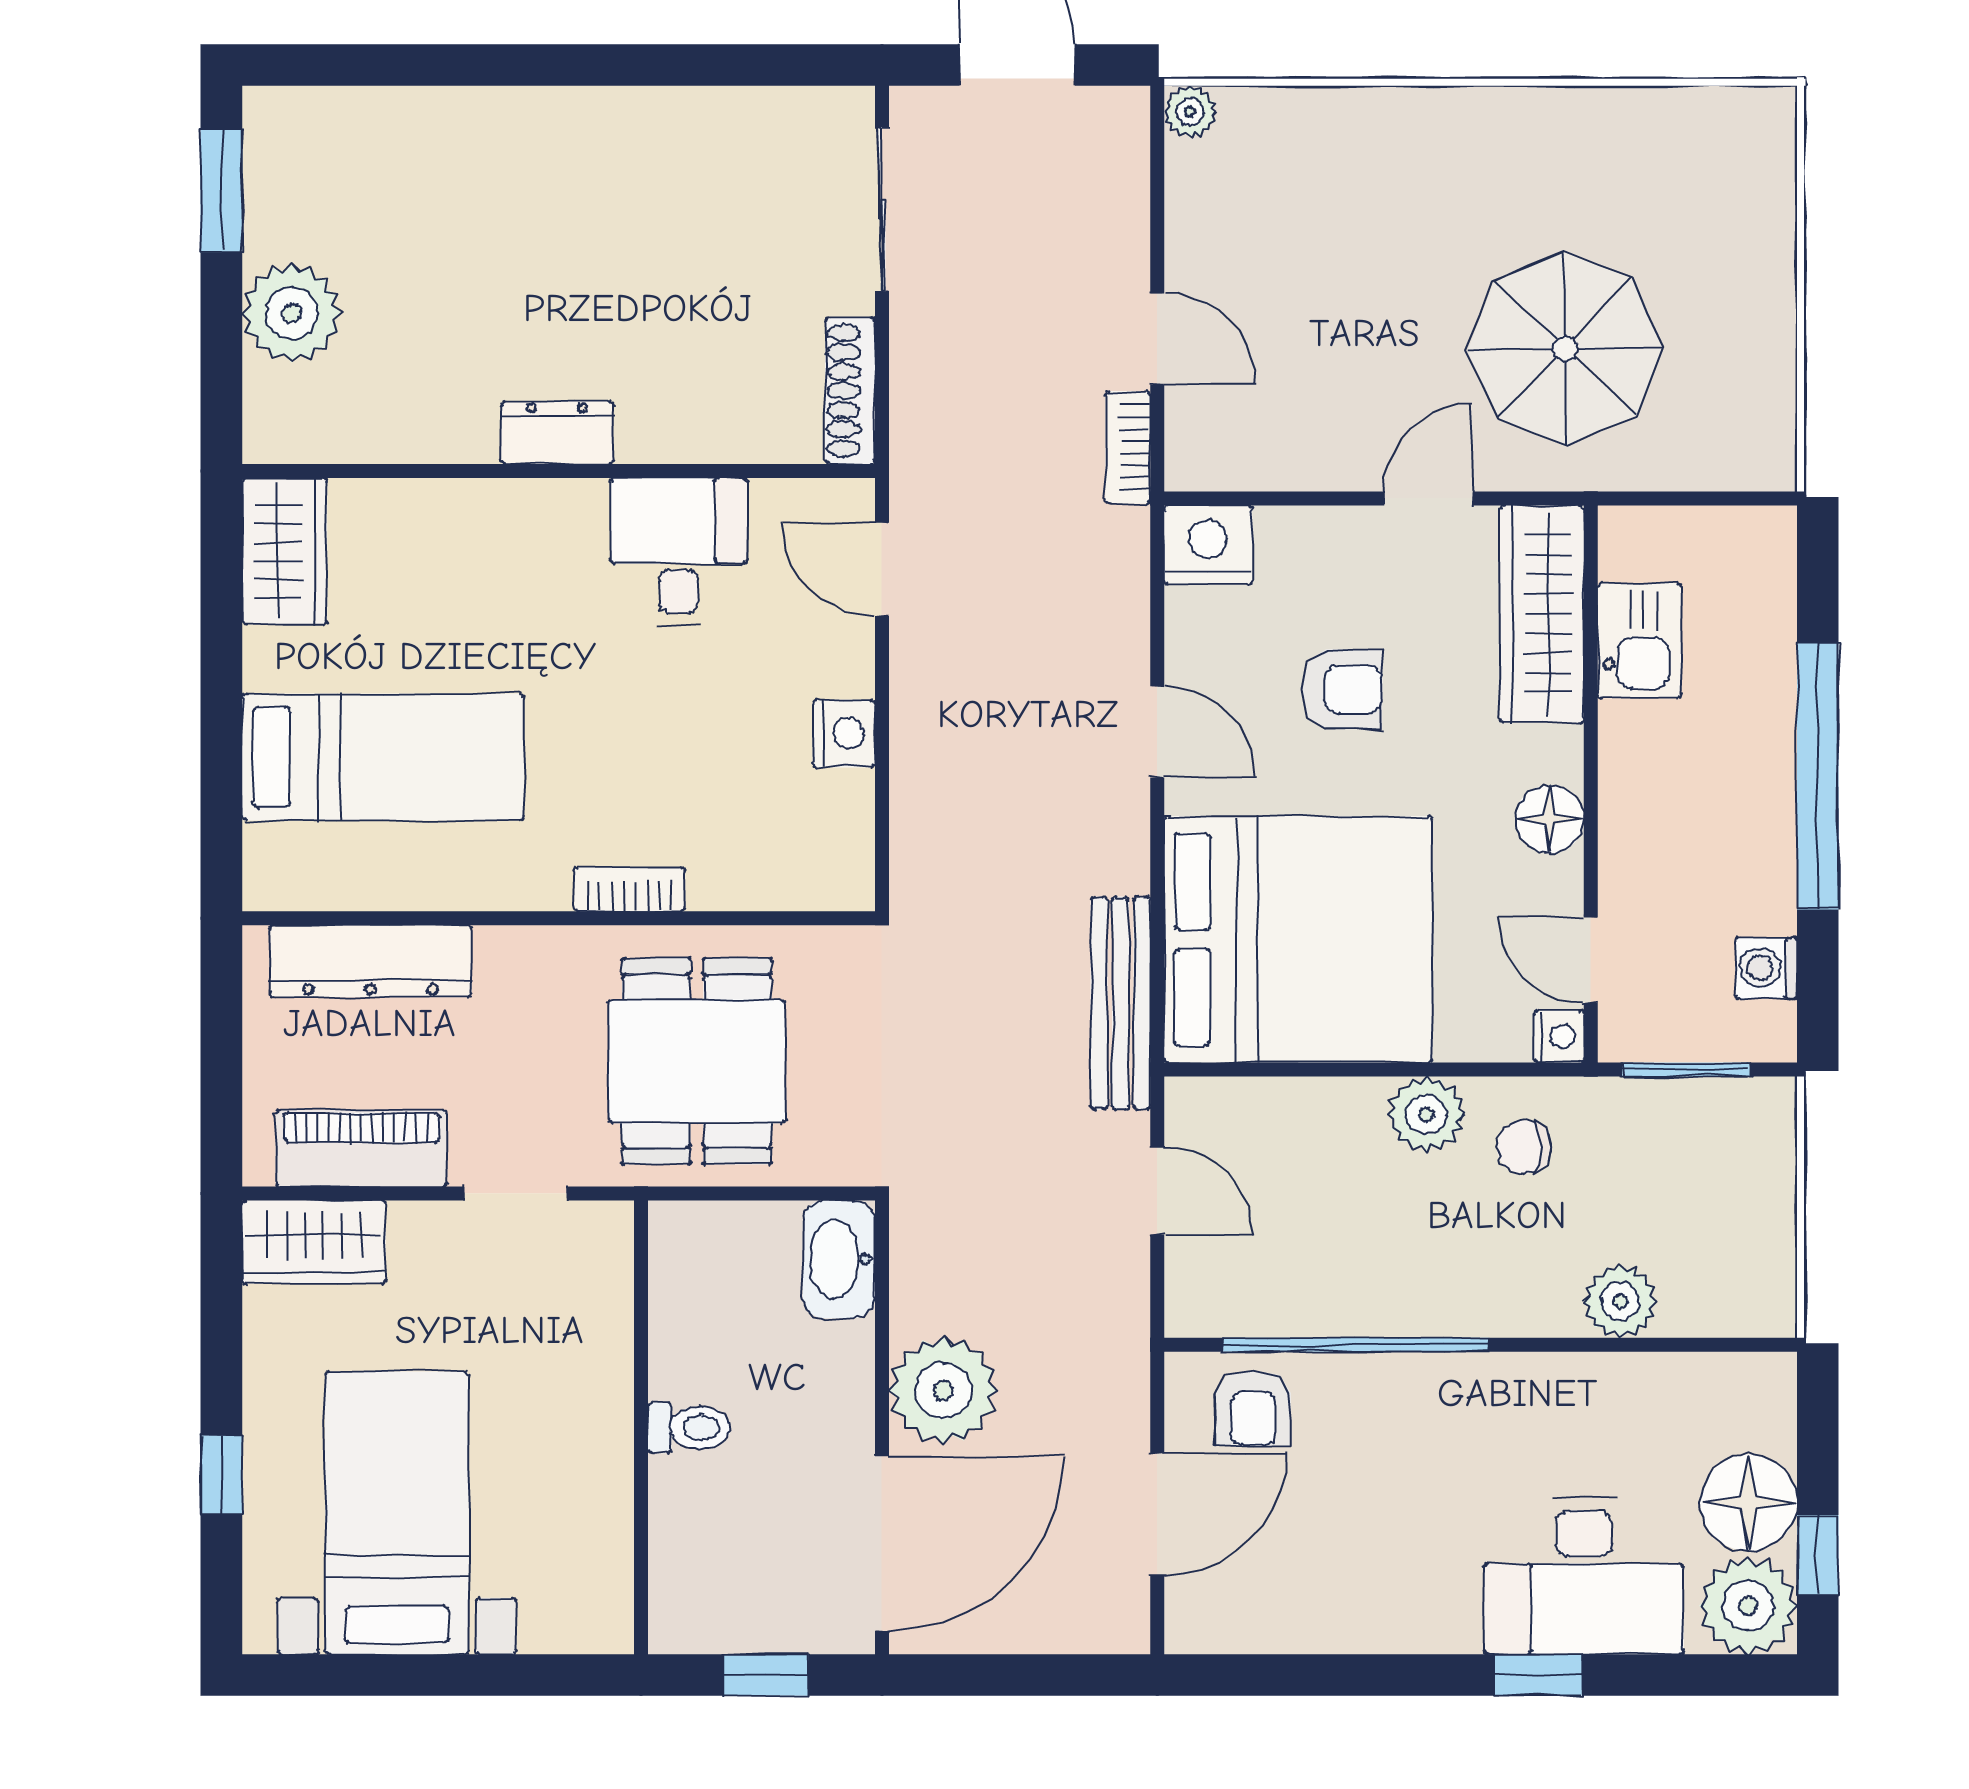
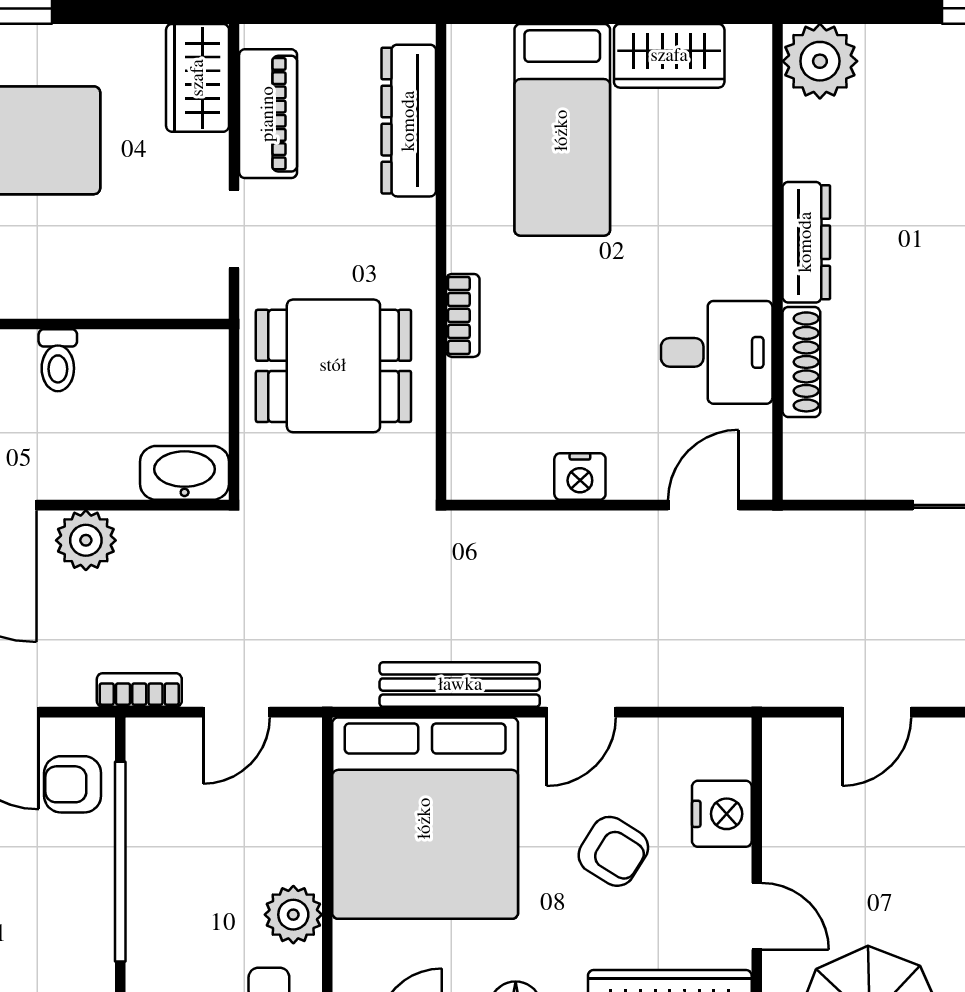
plant: (292, 313) -> (820, 61), moved
shoe rack: (850, 391) -> (801, 362), moved, turned 90
dresser: (557, 433) -> (806, 242), width x1.44
bookcase: (1128, 447) -> (139, 690), moved
nightstand: (1208, 545) -> (722, 814), moved
wardrobe: (285, 551) -> (669, 56), moved
armchair: (1342, 689) -> (613, 851), turned -58
bench: (1120, 1003) -> (460, 685), moved
plant: (943, 1390) -> (86, 540), width x0.73, depth x0.73

